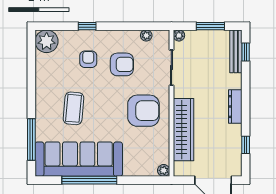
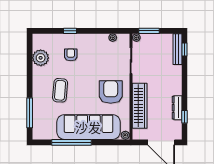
window: (210, 26) -> (149, 31), moved
plant: (47, 41) -> (41, 58), moved
armchair: (122, 64) -> (95, 59), removed
dresser: (235, 107) -> (177, 108), moved
armchair: (143, 111) -> (111, 92), turned -90
sofa: (79, 159) -> (88, 127), moved

